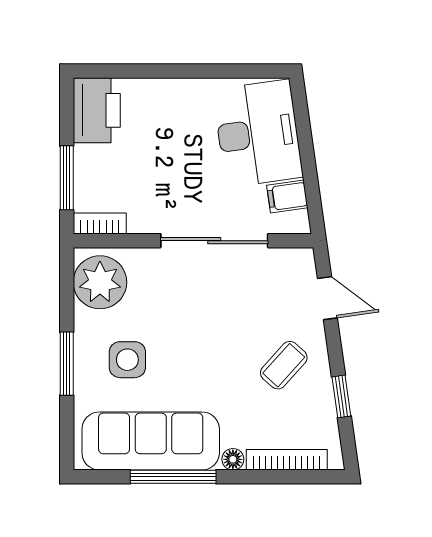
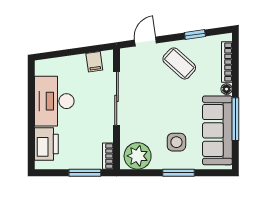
printer: (97, 110) -> (46, 144), moved, turned 90
desk: (258, 133) -> (54, 101), moved, turned -82
coffee table: (284, 365) -> (179, 63), width x1.36, depth x1.30

